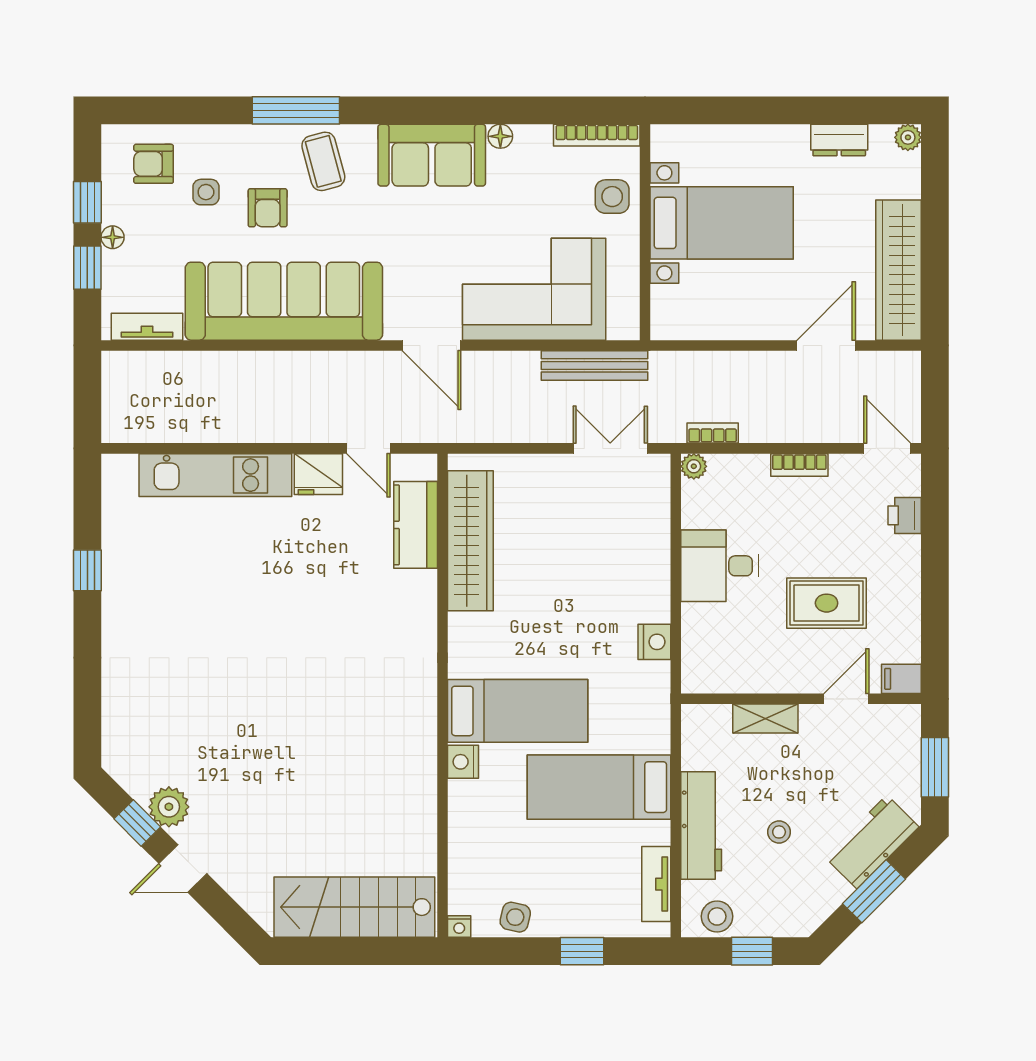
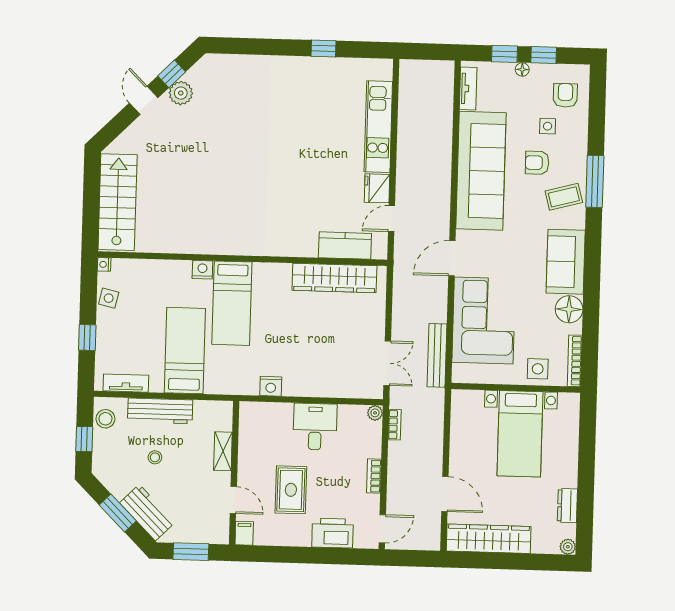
floor lamp: (500, 136) -> (569, 309), width x1.89, depth x1.89
printer: (905, 515) -> (333, 533), width x1.87, depth x1.48

